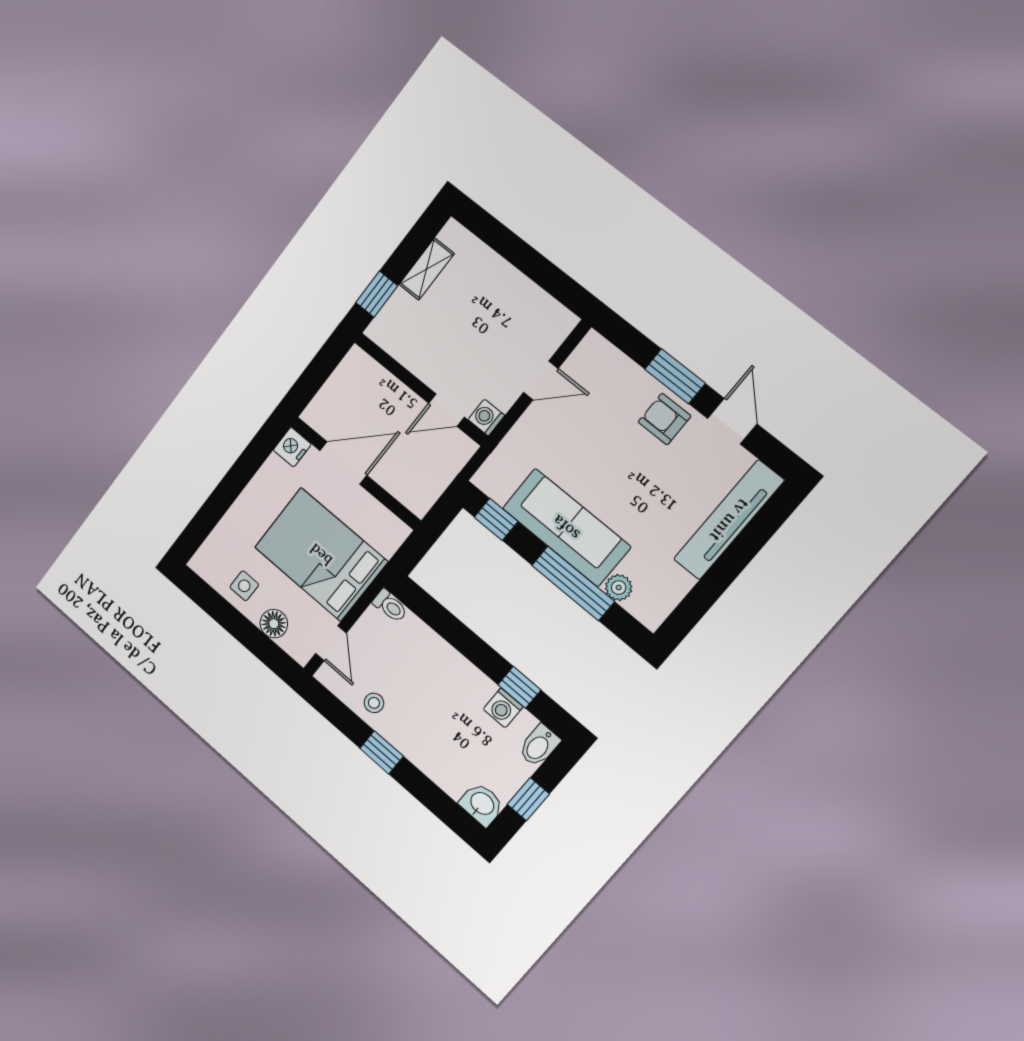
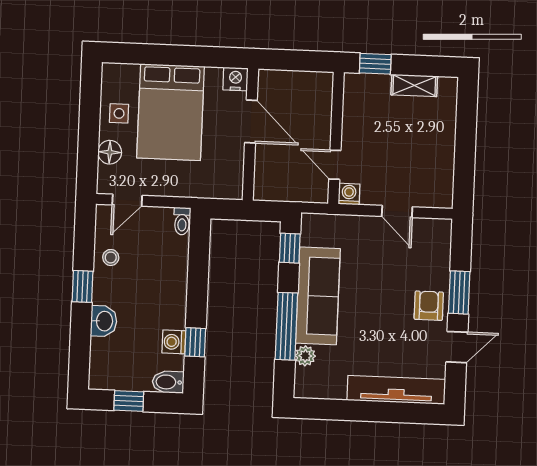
bed: (321, 554) -> (171, 112), moved, turned 180
washbasin: (482, 804) -> (104, 321), moved

